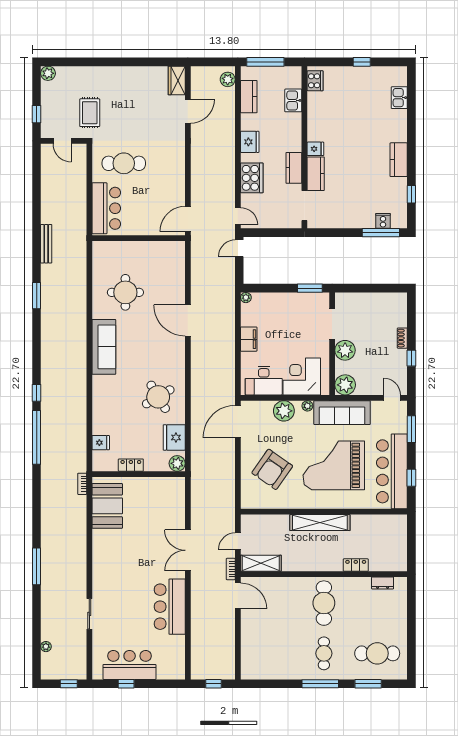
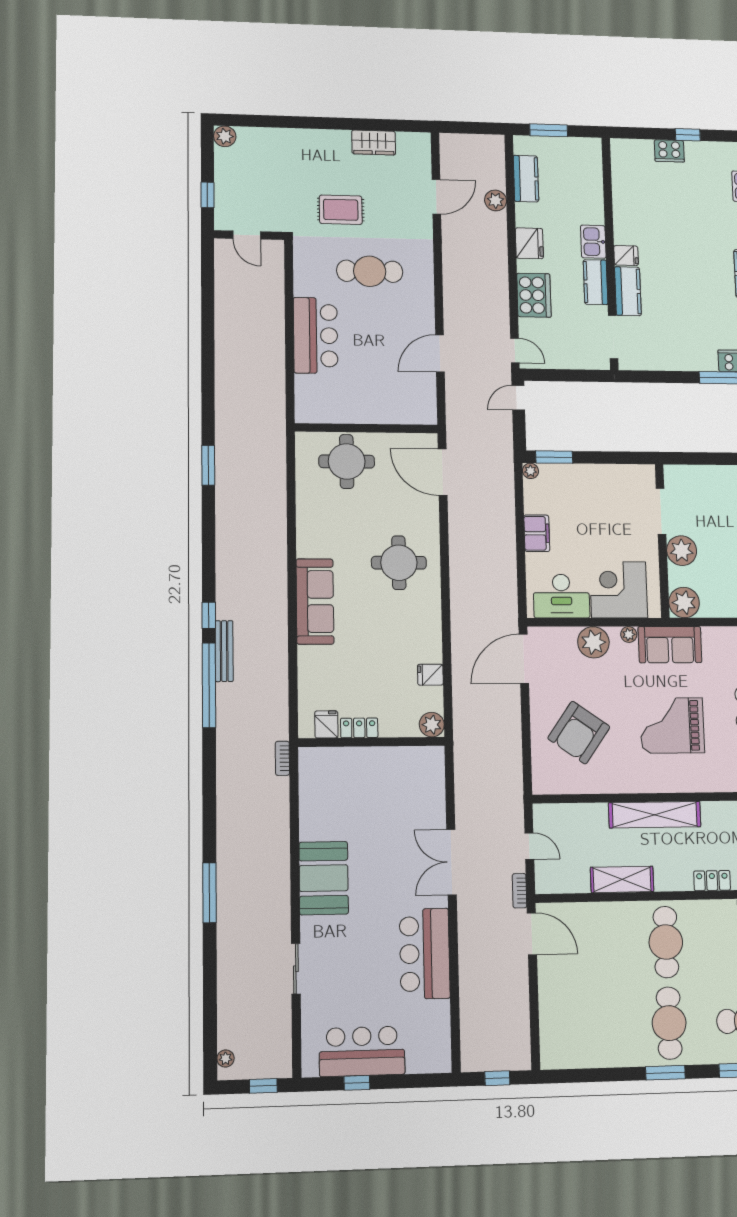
window: (265, 62) -> (549, 130), width x0.69
plant: (228, 79) -> (496, 200), moved
wardrobe: (177, 81) -> (374, 143), moved, turned -90
cooker: (315, 81) -> (669, 151), moved, turned 90
kitchen sink: (293, 100) -> (593, 242), moved
rug: (90, 113) -> (341, 210), moved, turned 90
cafe table: (124, 163) -> (370, 271), moved
wall: (139, 238) -> (366, 428), moved
bench: (46, 244) -> (224, 651), moved
window: (310, 288) -> (554, 457), moved
door: (188, 321) -> (443, 472), moved
sofa: (104, 347) -> (315, 601), moved
round table: (158, 397) -> (399, 563), moved, turned 31
sofa: (342, 413) -> (670, 645), width x0.73
fridge: (174, 437) -> (430, 675), width x0.53, depth x0.75
fridge: (101, 443) -> (326, 724), moved, turned -90
grand piano: (334, 465) -> (672, 725), width x0.73, depth x0.68
booth: (107, 506) -> (324, 878), moved
door: (238, 541) -> (529, 846), swing flipped
shelving: (261, 563) -> (622, 879), moved
plant: (46, 647) -> (225, 1058), moved
cafe table: (324, 653) -> (669, 1023), width x1.37, depth x1.35
window: (320, 684) -> (665, 1073), width x0.69

